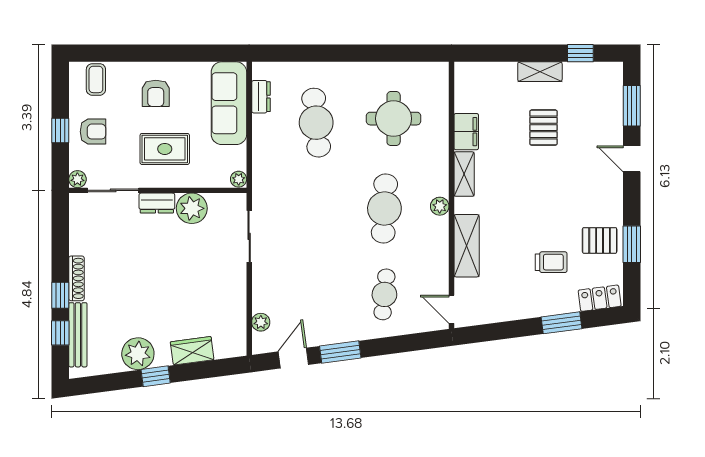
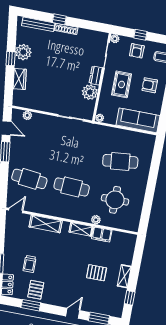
dresser: (261, 97) -> (138, 137), removed
plant: (440, 206) -> (96, 220), moved
cafe table: (384, 294) -> (29, 179), width x1.37, depth x1.35
window: (60, 333) -> (41, 16), removed

